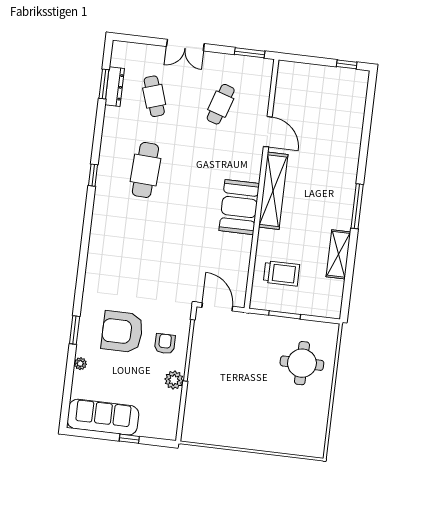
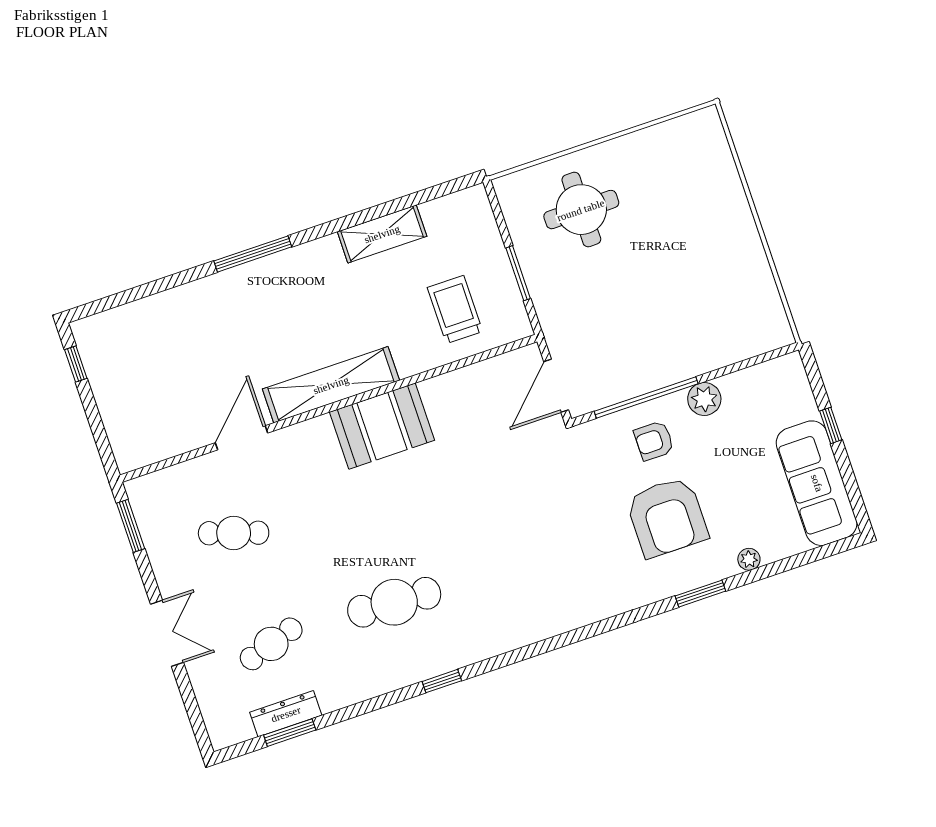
window: (357, 206) -> (253, 254), moved

